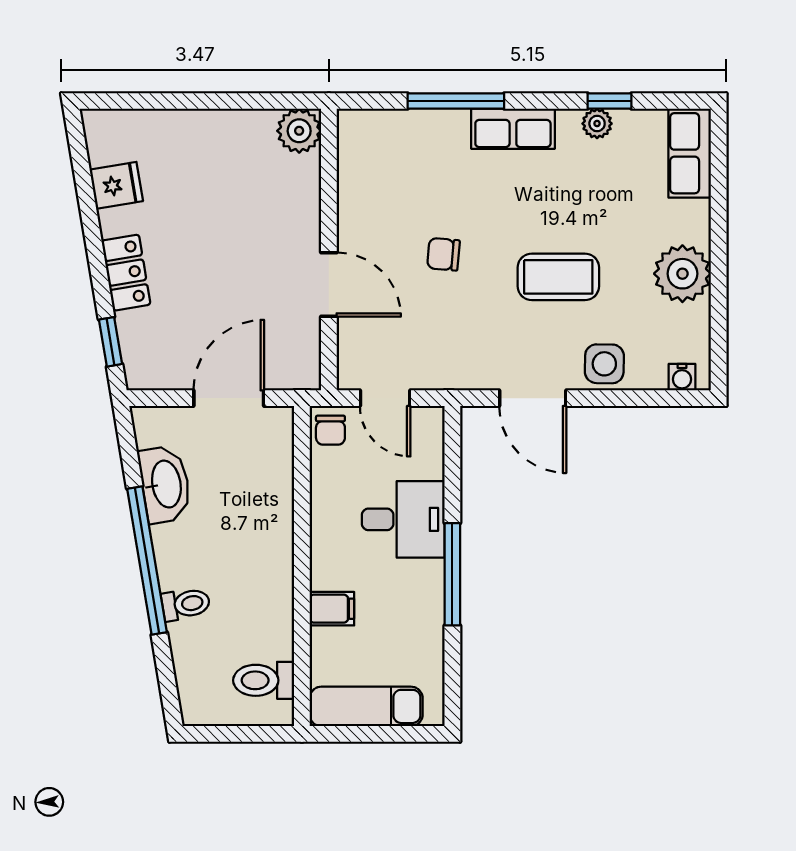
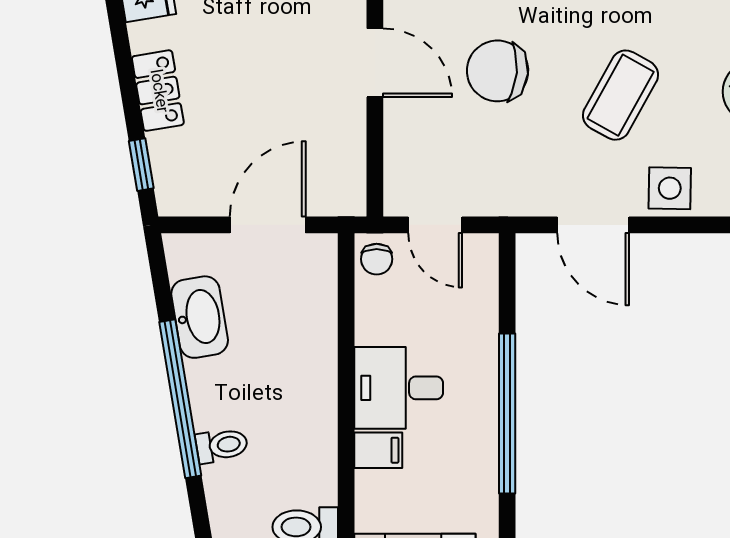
chair: (443, 254) -> (498, 71), width x1.87, depth x1.87
coffee table: (558, 277) -> (621, 95), turned -61
door: (329, 285) -> (375, 63), moved
desk: (403, 519) -> (399, 388), moved, turned 180
window: (452, 574) -> (507, 413), width x1.46

